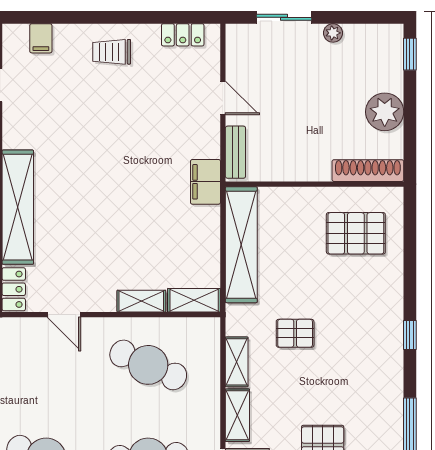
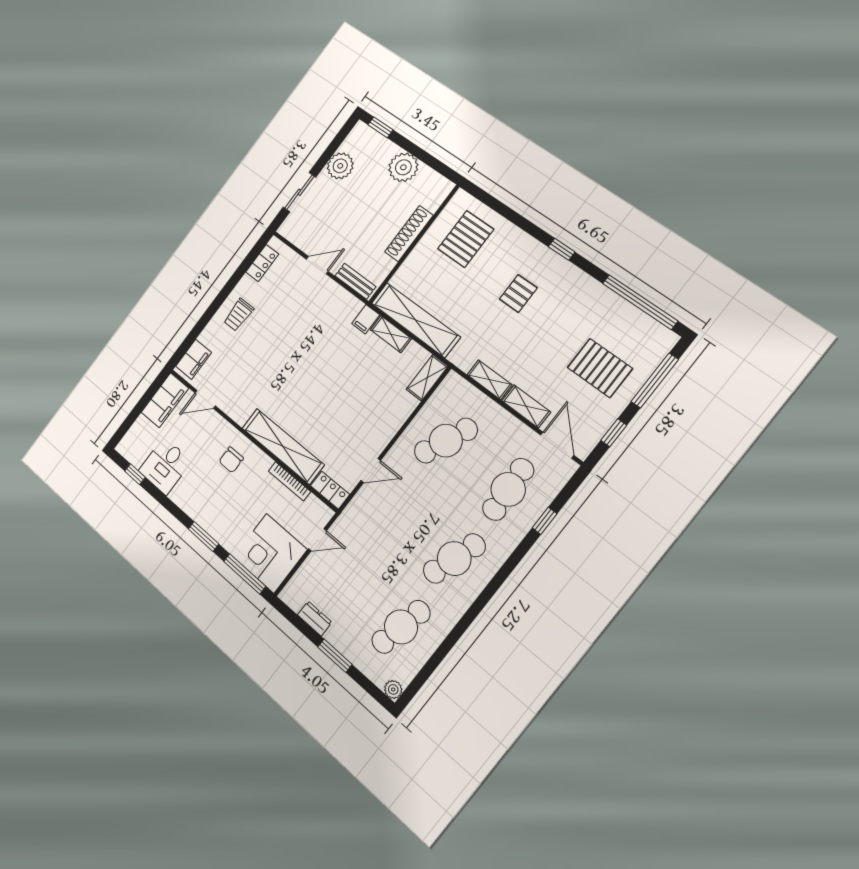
plant: (333, 33) -> (340, 166), width x1.88, depth x1.88
filing cabinet: (41, 38) -> (194, 359), width x2.00
shoe rack: (368, 171) -> (409, 234), moved
filing cabinet: (205, 182) -> (366, 319), width x0.50
shelving: (141, 301) -> (391, 334), moved, turned 90
pallet: (295, 333) -> (518, 293), moved

